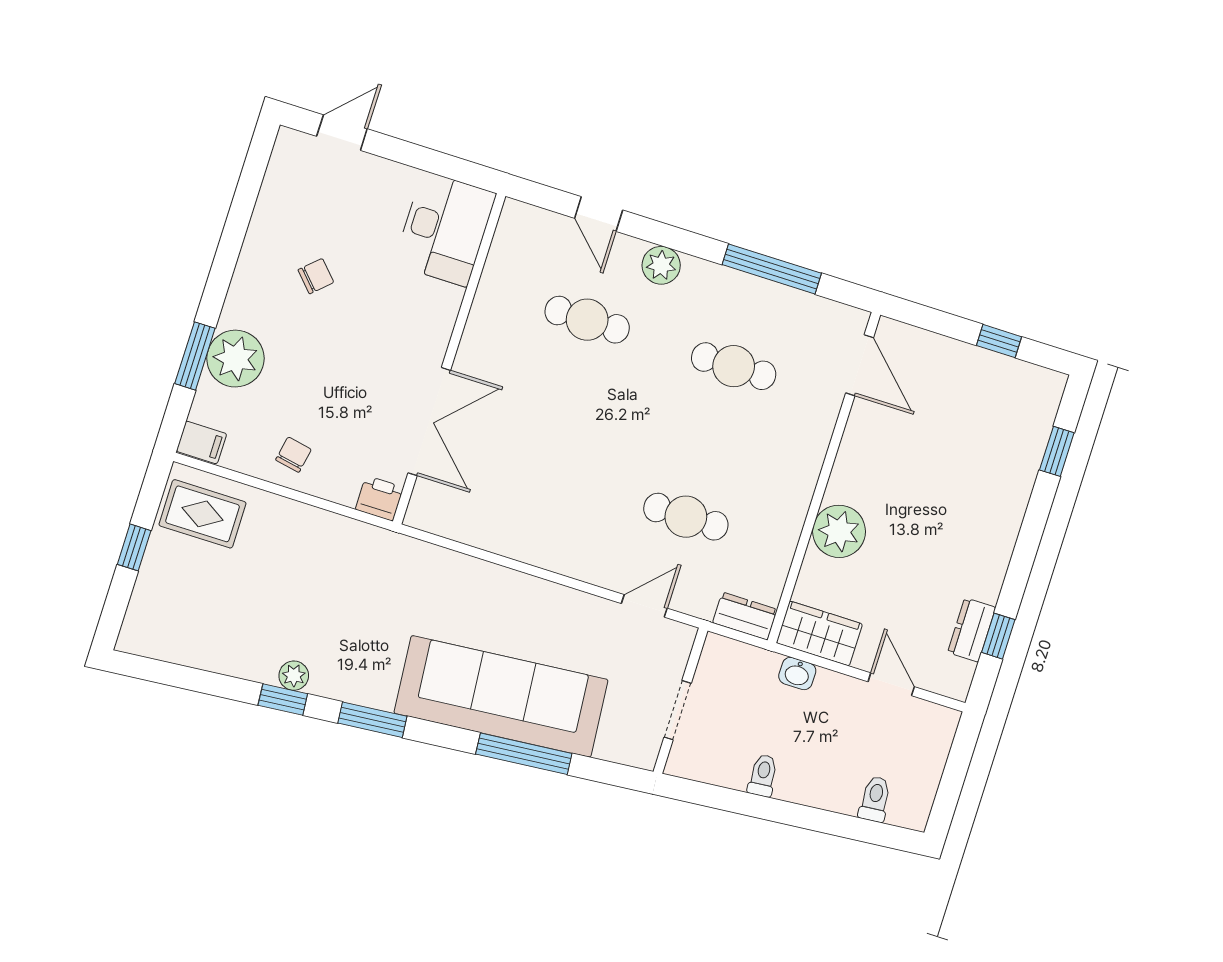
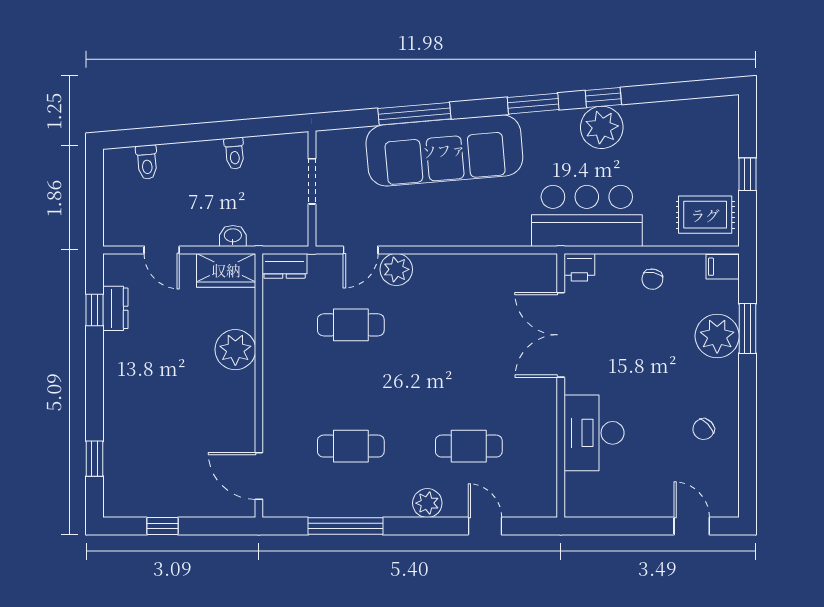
door: (342, 133) -> (692, 526), swing flipped
desk: (445, 229) -> (594, 433), moved
chair: (316, 276) -> (704, 429), moved
bar counter: (350, 559) -> (587, 216), added
plant: (608, 568) -> (396, 269), added
plant: (294, 676) -> (602, 127), width x1.87, depth x1.87

